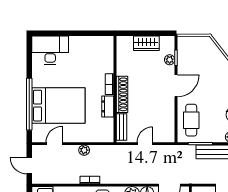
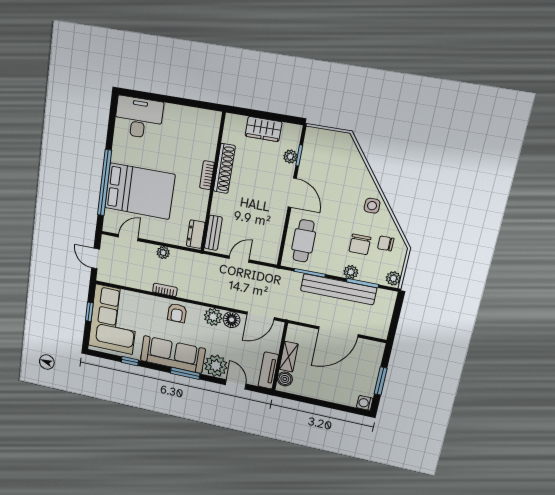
door: (176, 86) -> (292, 193), hinge flipped
shoe rack: (122, 94) -> (224, 169), moved
dresser: (108, 106) -> (196, 234), moved

